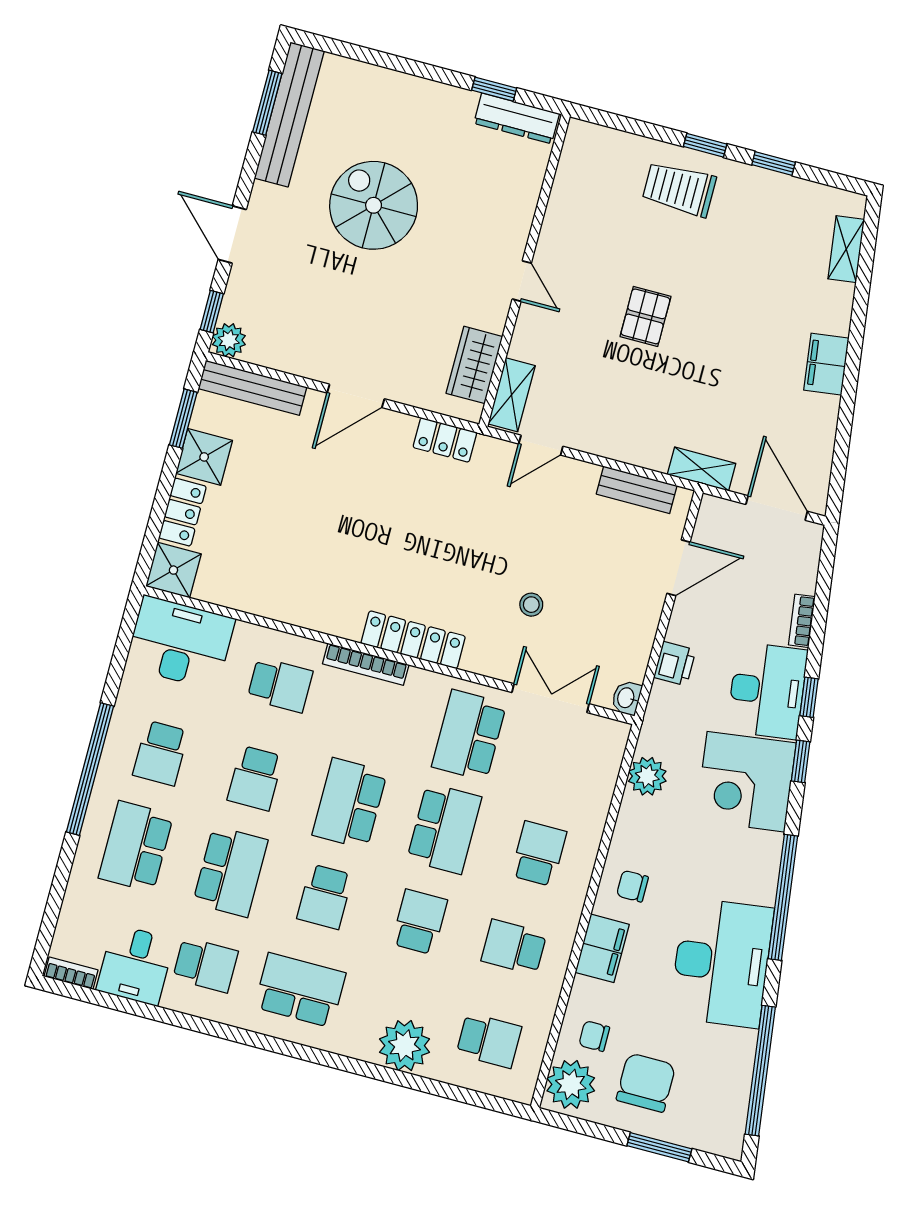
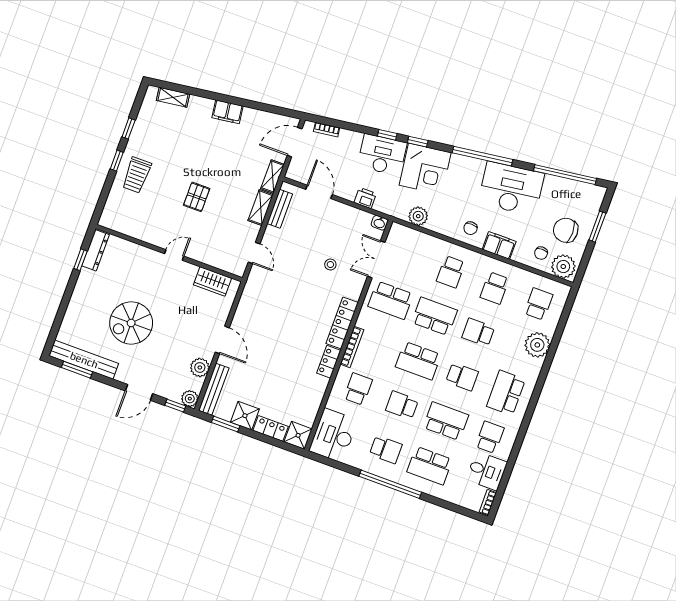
pallet: (645, 316) -> (197, 197), turned 90
plant: (295, 355) -> (200, 368), added
shelving: (512, 395) -> (261, 208), moved, turned 90
locker: (445, 440) -> (329, 362), moved, turned 180
bookcase: (802, 621) -> (327, 130), moved
school desk: (255, 778) -> (402, 405), turned 180
school desk: (539, 854) -> (451, 272), turned -90

